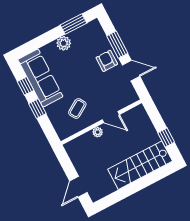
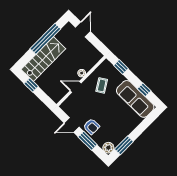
plant: (64, 43) -> (108, 148), moved
window: (37, 109) -> (121, 67), moved
window: (129, 190) -> (45, 39), added

